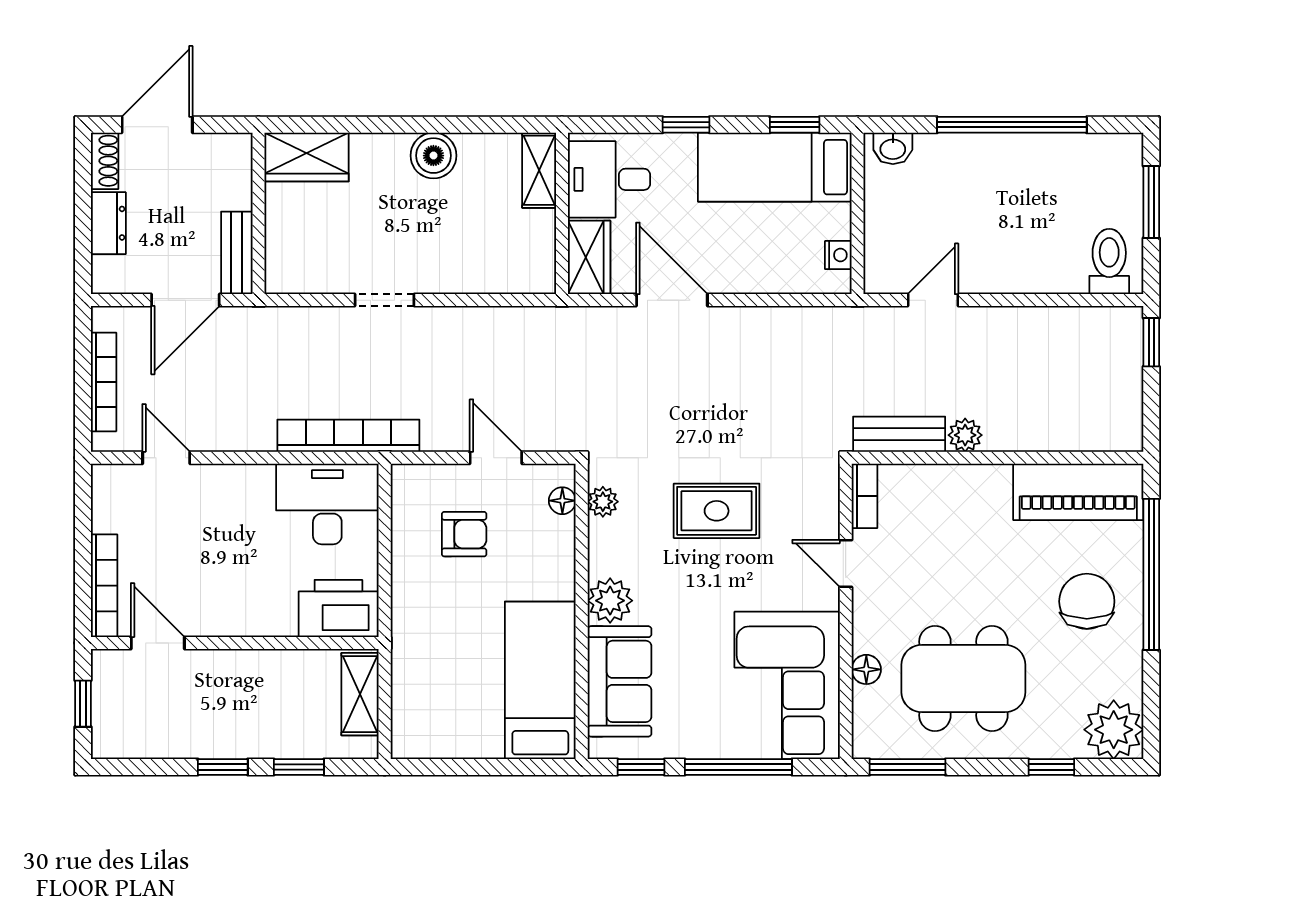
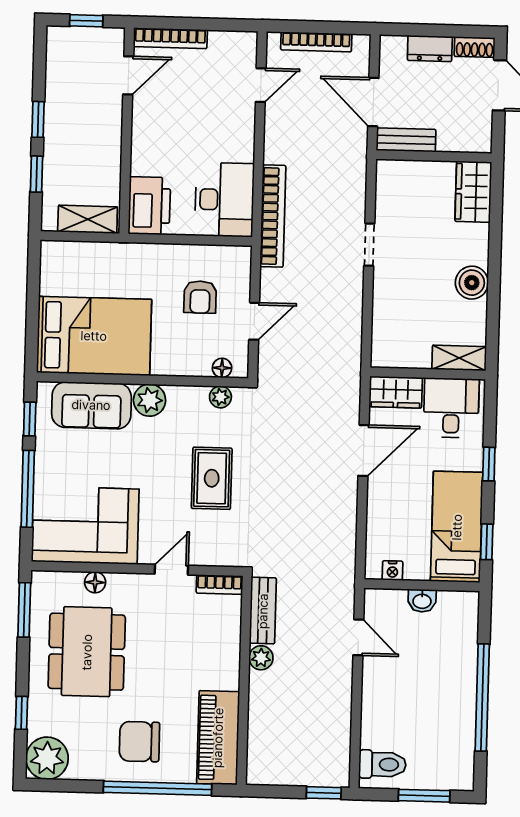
washbasin: (893, 148) -> (422, 601), moved, turned -90
chair: (1087, 601) -> (139, 742), turned 180
bed: (540, 680) -> (94, 336), width x1.50

